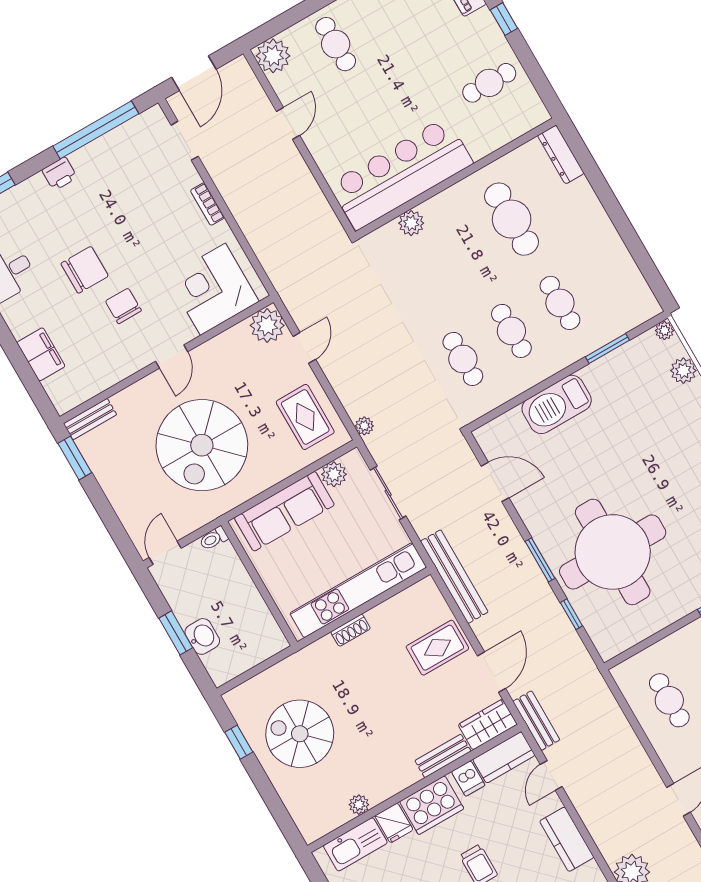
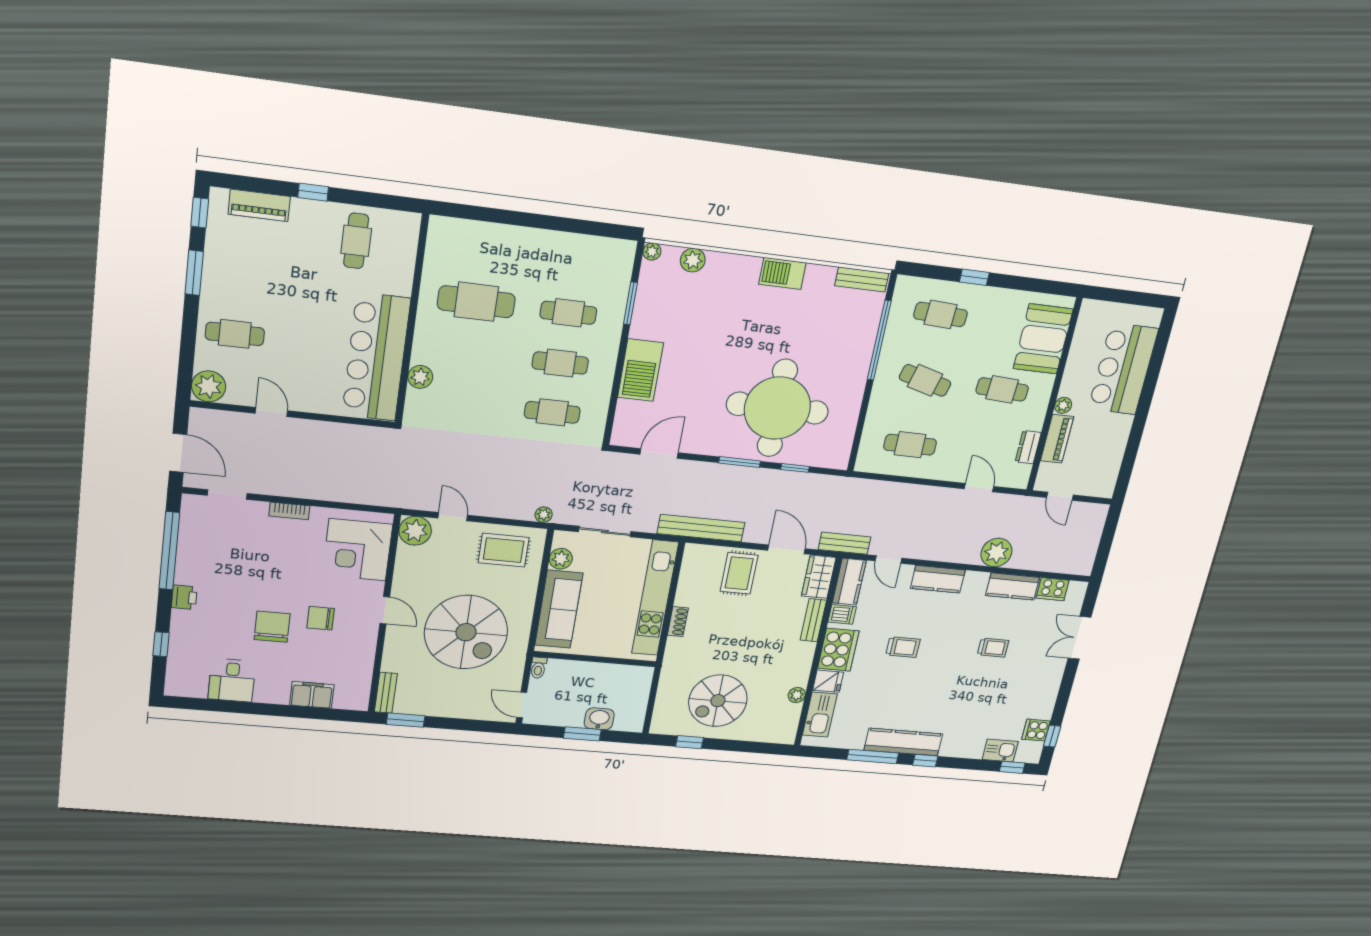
dresser: (561, 154) -> (456, 228), removed

